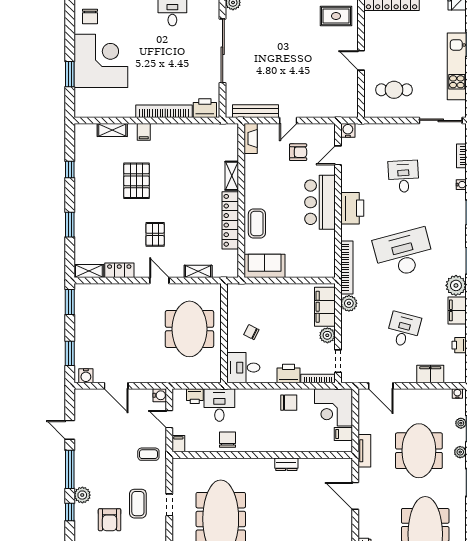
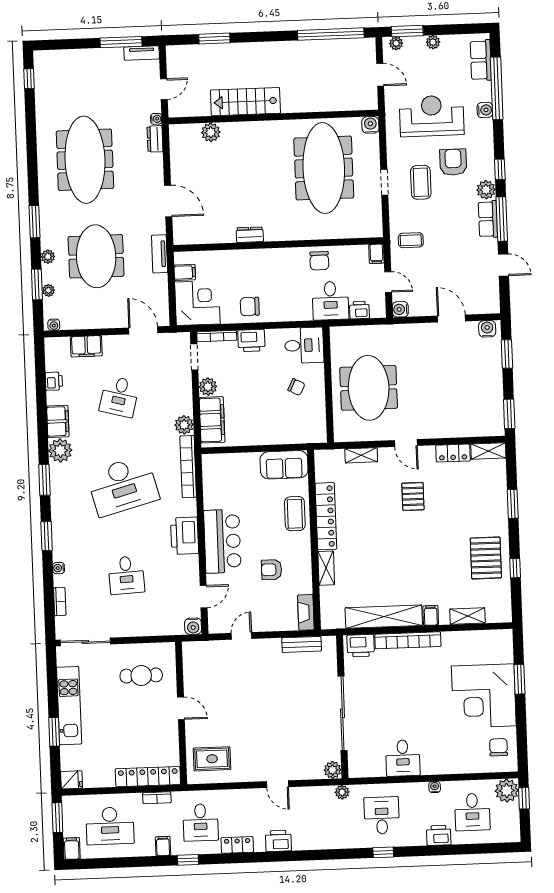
bench: (255, 111) -> (302, 644), width x0.73
door: (288, 120) -> (241, 636), moved
shelving: (184, 132) -> (384, 617), added
armchair: (298, 152) -> (271, 570), moved
pallet: (136, 181) -> (486, 558), moved
row of seats: (82, 470) -> (488, 219), added

